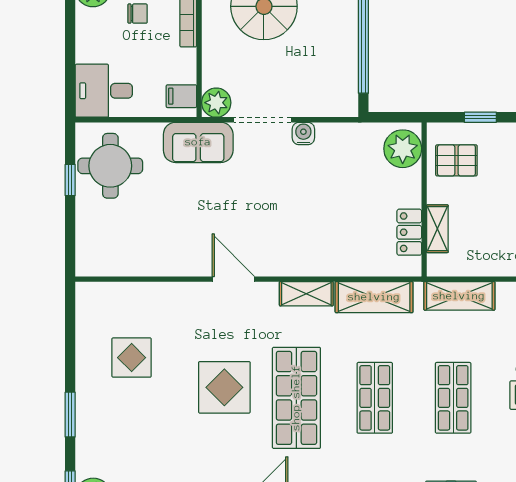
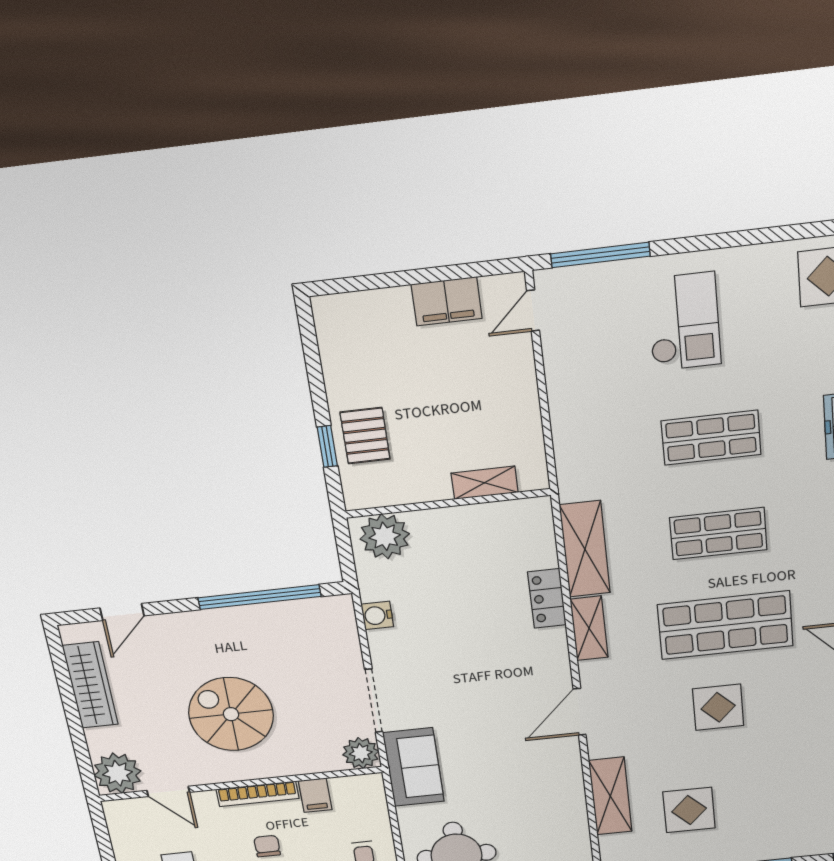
filing cabinet: (181, 96) -> (315, 795), moved
water cooler: (303, 133) -> (377, 615), moved
pallet: (456, 160) -> (365, 436), moved
locker: (409, 232) -> (547, 598), moved, turned 90
shelving: (459, 296) -> (610, 796), moved
display table: (224, 387) -> (718, 707), width x0.73, depth x0.73

